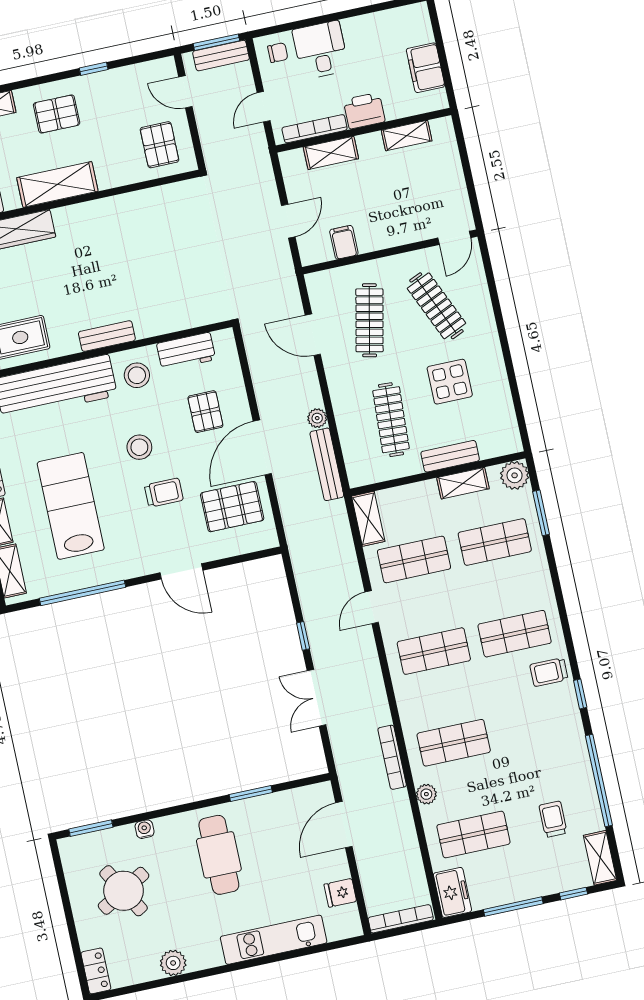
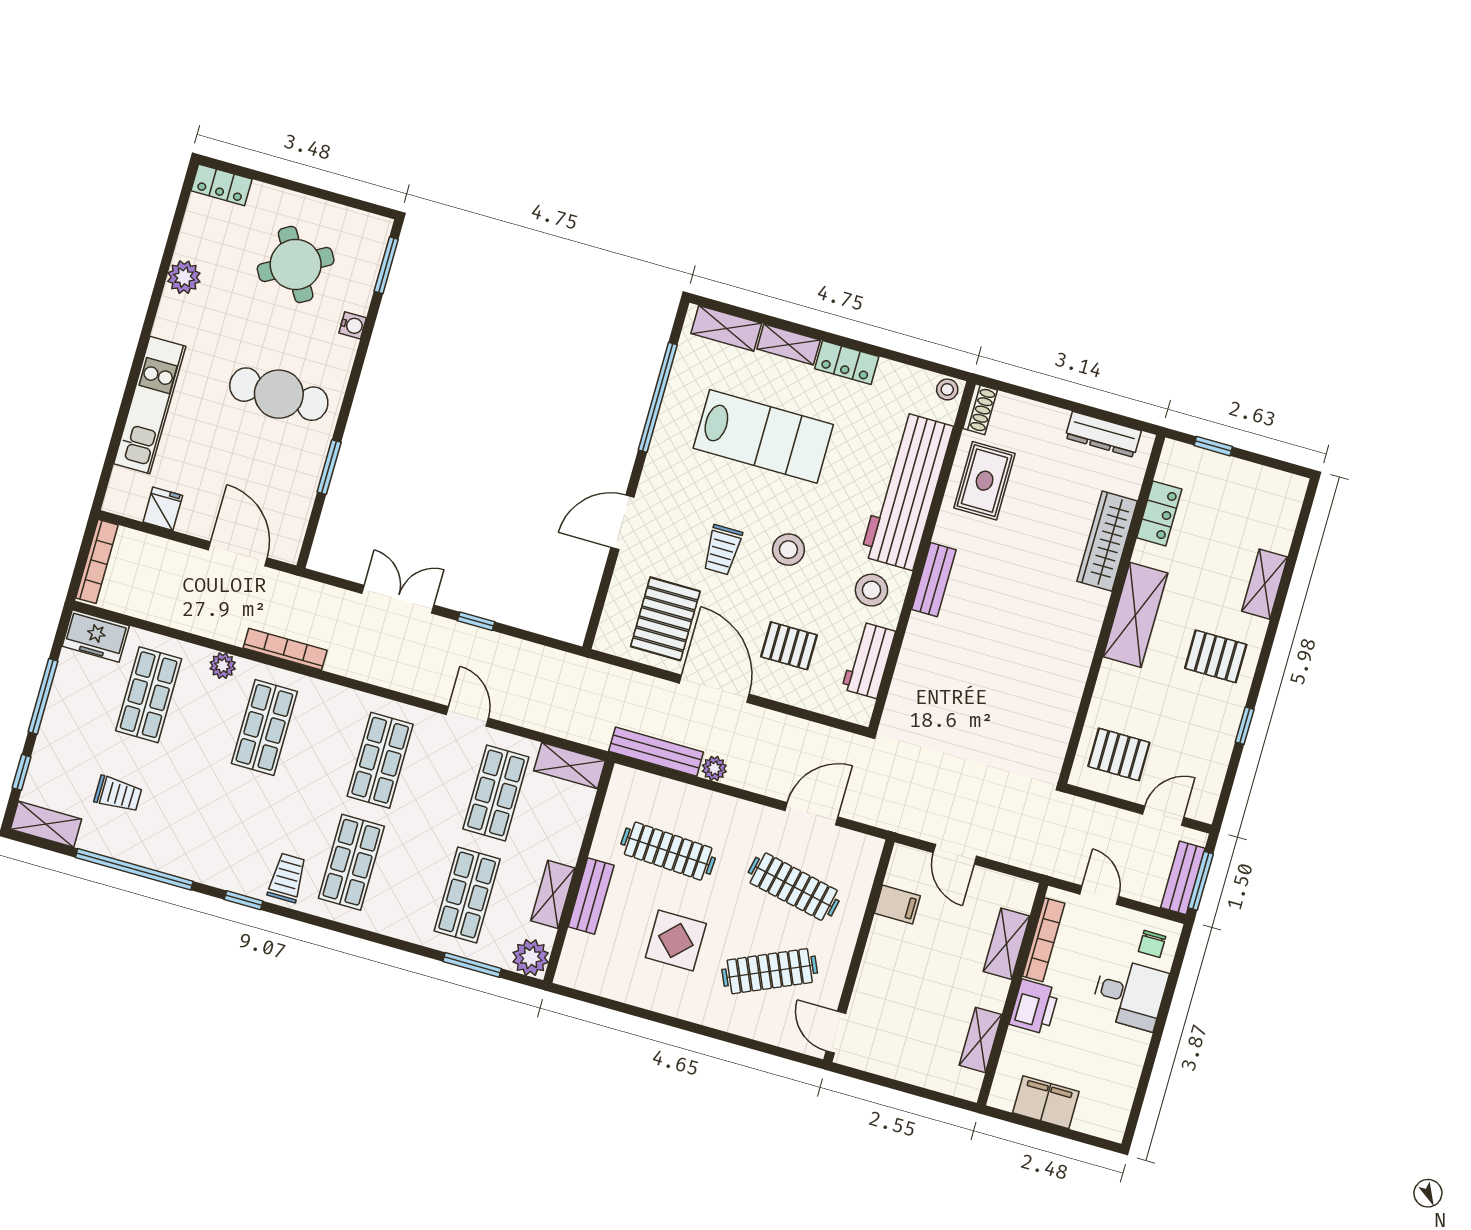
pallet: (57, 114) -> (1216, 656), turned 90

